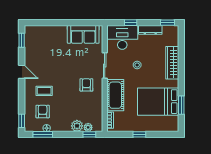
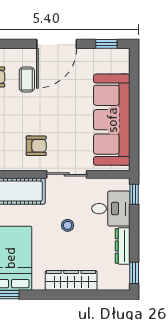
window: (131, 23) -> (134, 194), moved
sofa: (83, 34) -> (112, 120), width x1.85, depth x1.27
desk: (122, 37) -> (111, 209), width x0.73
door: (22, 72) -> (57, 44), width x1.87

